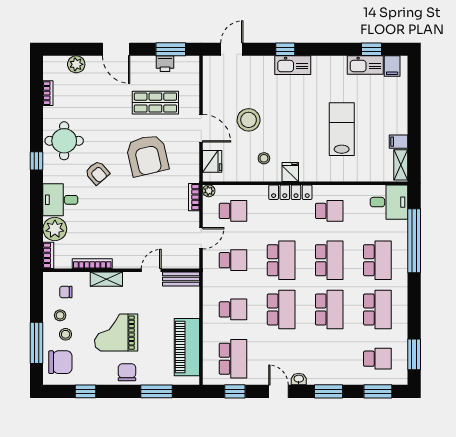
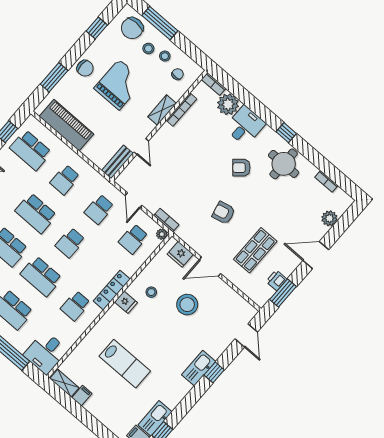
armchair: (147, 155) -> (224, 213), width x0.53, depth x0.53
school desk: (281, 260) -> (70, 243), width x0.54

